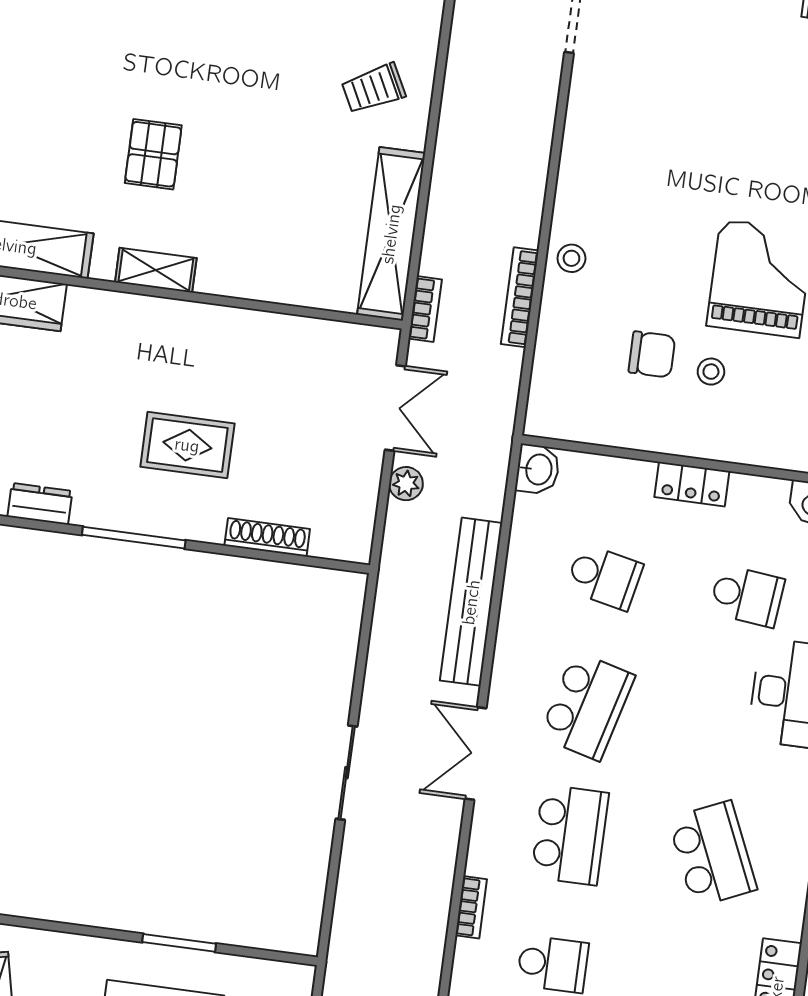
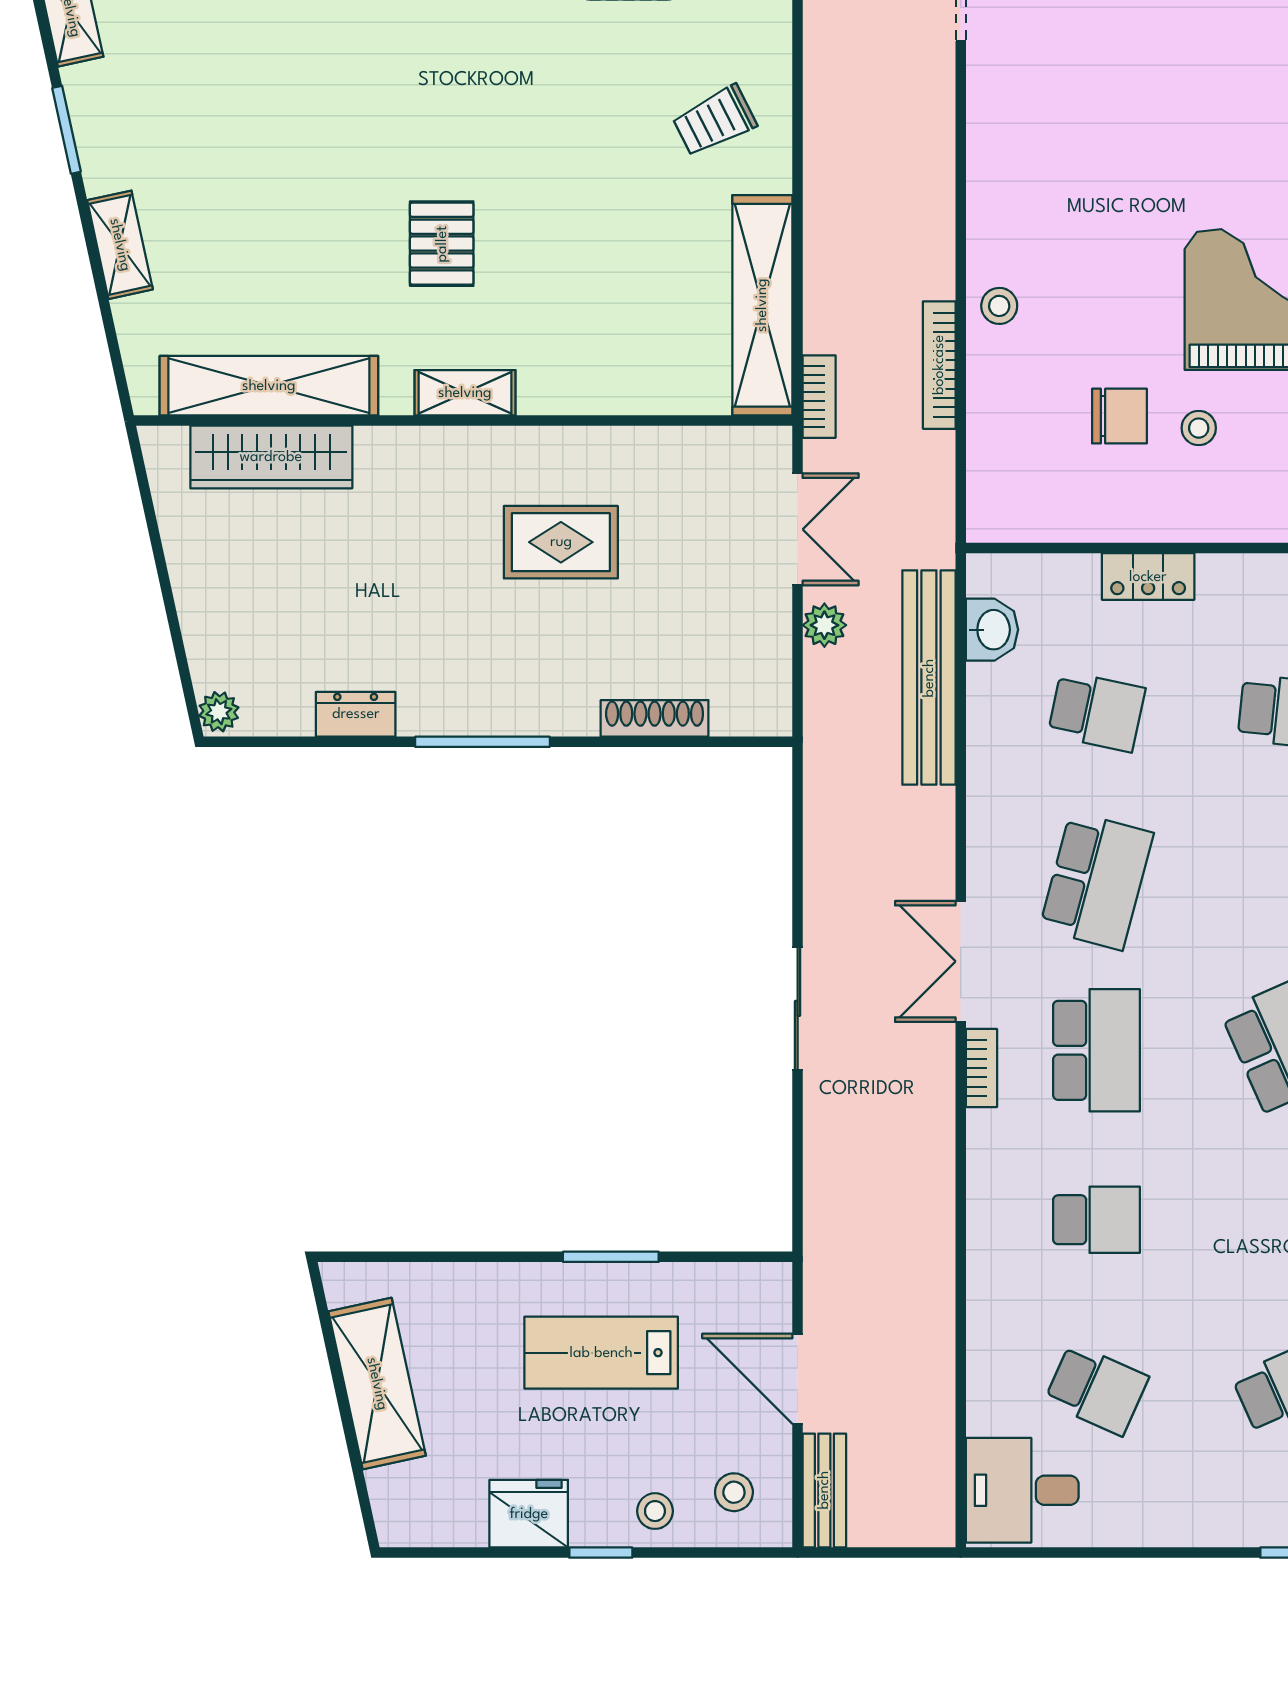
rug: (187, 445) -> (561, 542), moved
washbasin: (538, 469) -> (992, 630), moved
locker: (692, 484) -> (1148, 577), moved
bench: (471, 602) -> (929, 678), moved
bookcase: (471, 907) -> (981, 1068), moved

